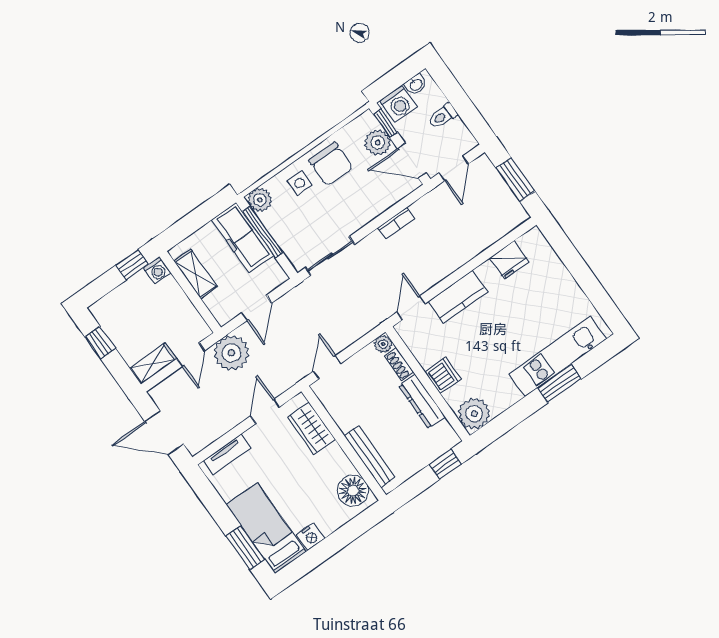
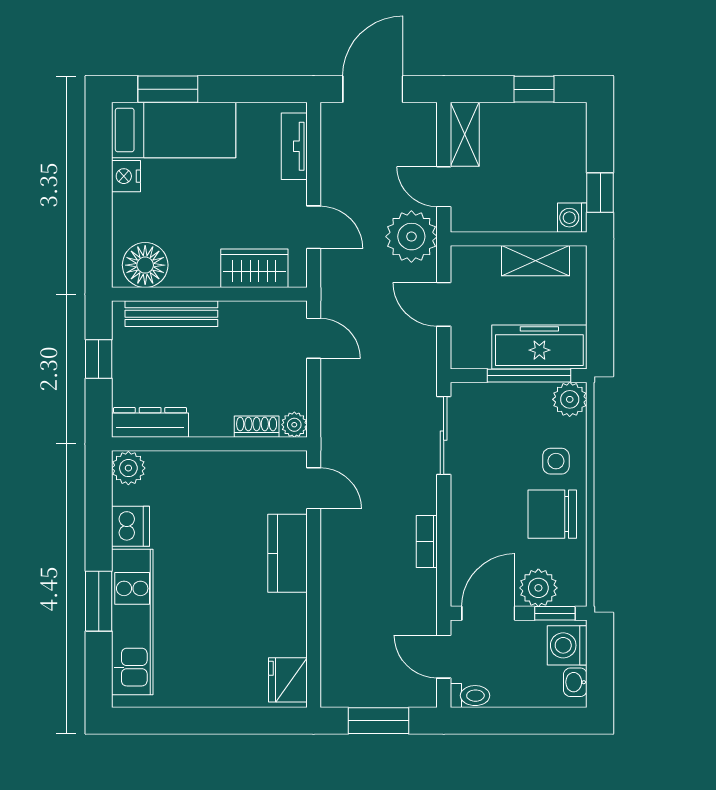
toilet: (443, 116) -> (470, 696), moved, turned 90
fridge: (509, 260) -> (288, 680), moved
dishwasher: (443, 375) -> (131, 526), moved, turned -90
dresser: (422, 401) -> (150, 422), moved
plant: (474, 414) -> (128, 468), width x0.73, depth x0.73
window: (445, 464) -> (99, 359), moved

